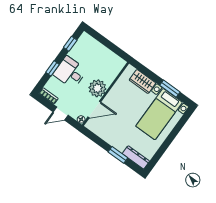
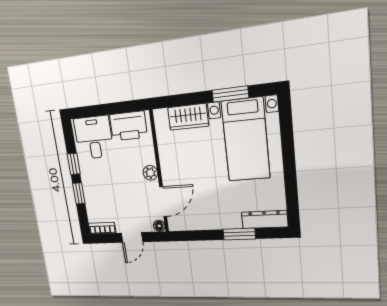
window: (70, 44) -> (74, 164), moved
printer: (110, 60) -> (128, 126), added
desk: (70, 72) -> (94, 138), moved, turned 90
plant: (97, 88) -> (150, 173), width x0.53, depth x0.53

